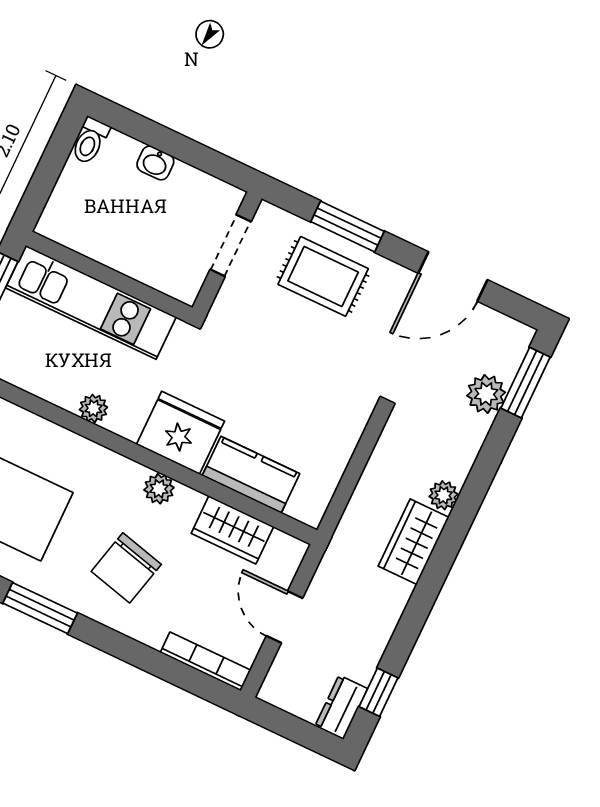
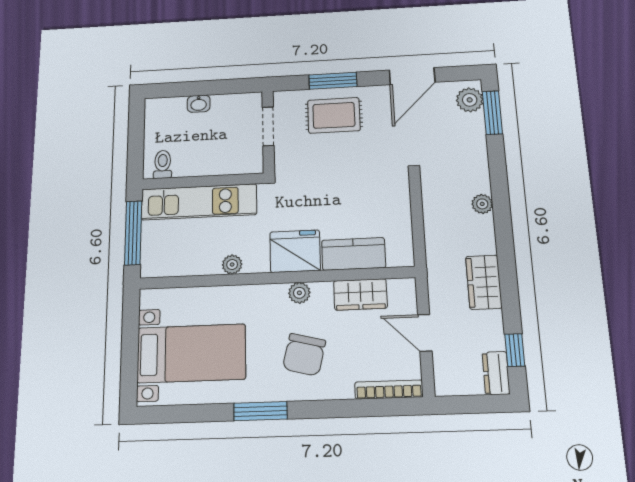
toilet: (90, 141) -> (163, 164), moved, turned 180
plant: (486, 394) -> (470, 100), moved
wardrobe: (414, 542) -> (484, 282), moved

